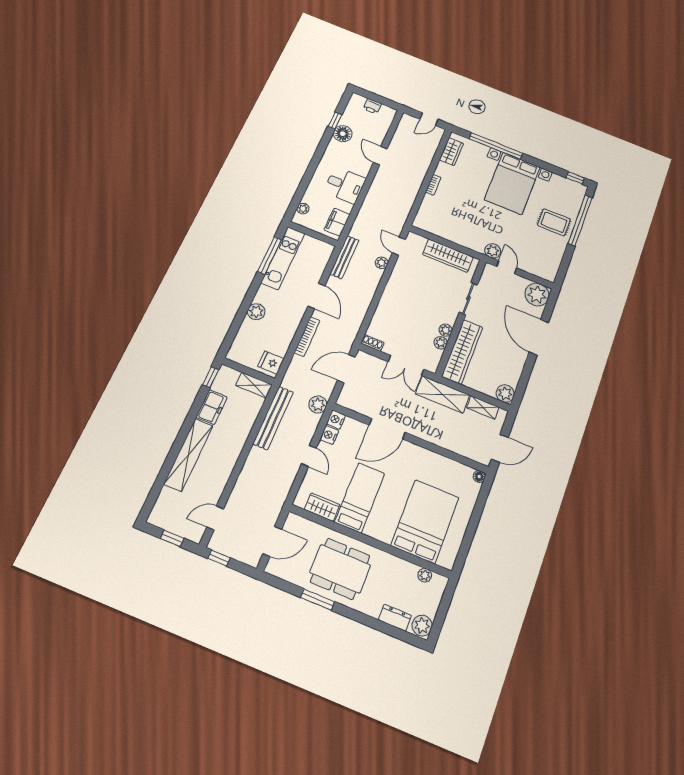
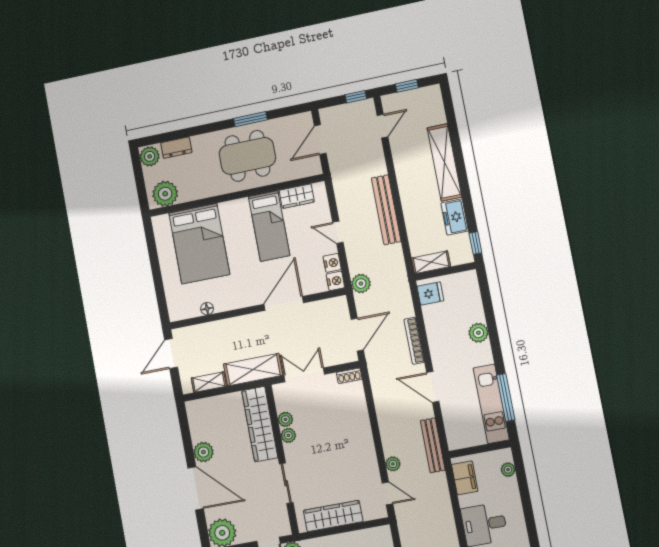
plant: (505, 394) -> (203, 452), moved
bench: (273, 418) -> (386, 210), moved
floor lamp: (479, 477) -> (207, 309), moved
plant: (425, 575) -> (165, 194), width x1.87, depth x1.87

